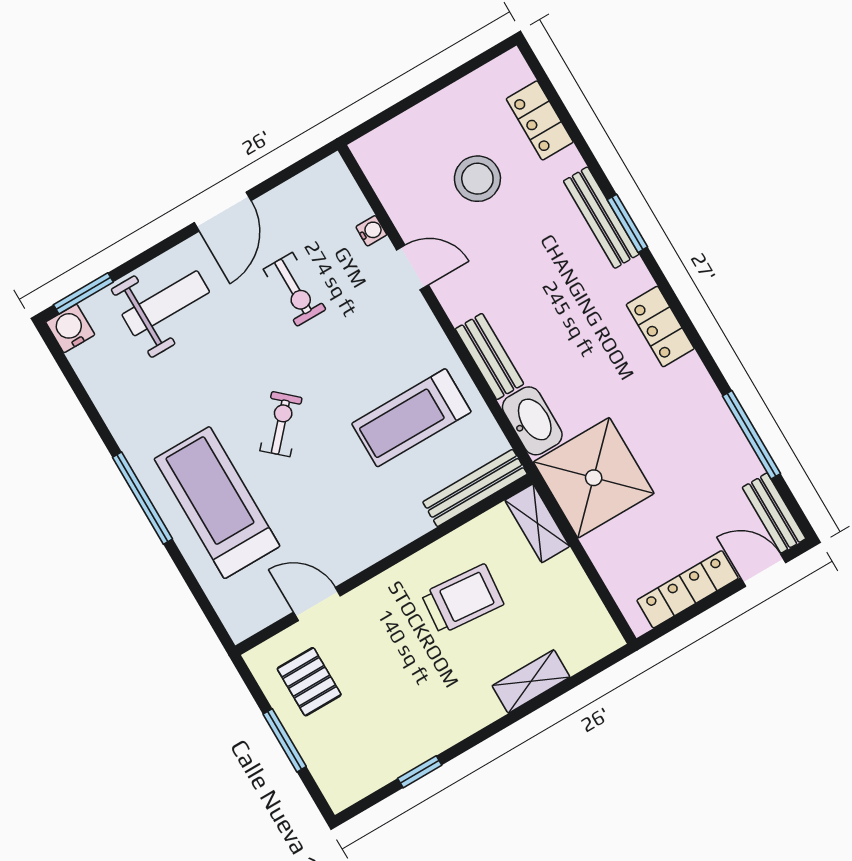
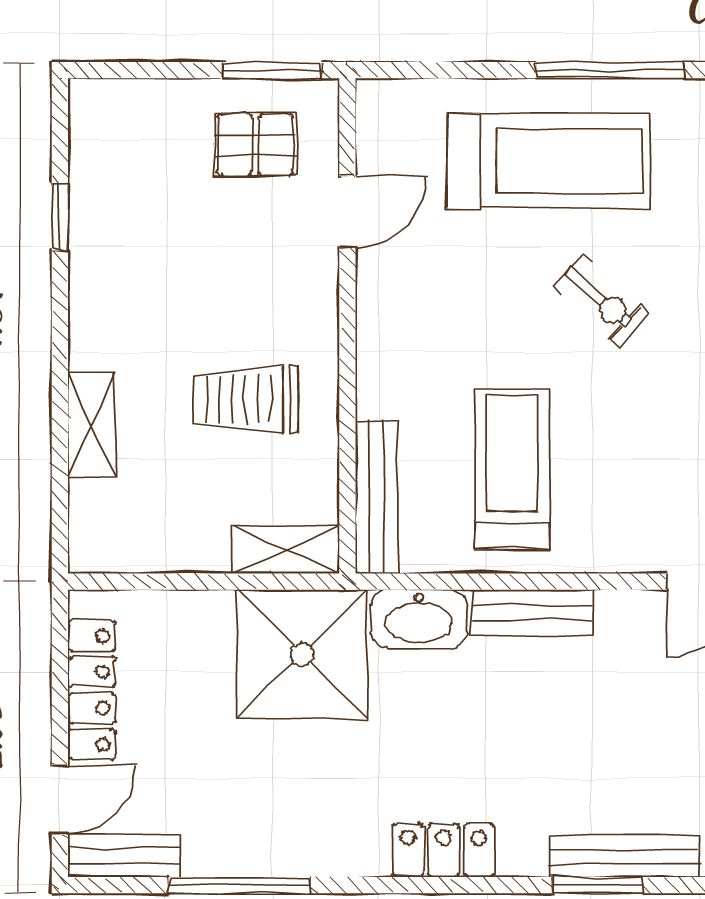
trolley: (462, 599) -> (246, 399), turned 85
window: (285, 740) -> (272, 70), moved

